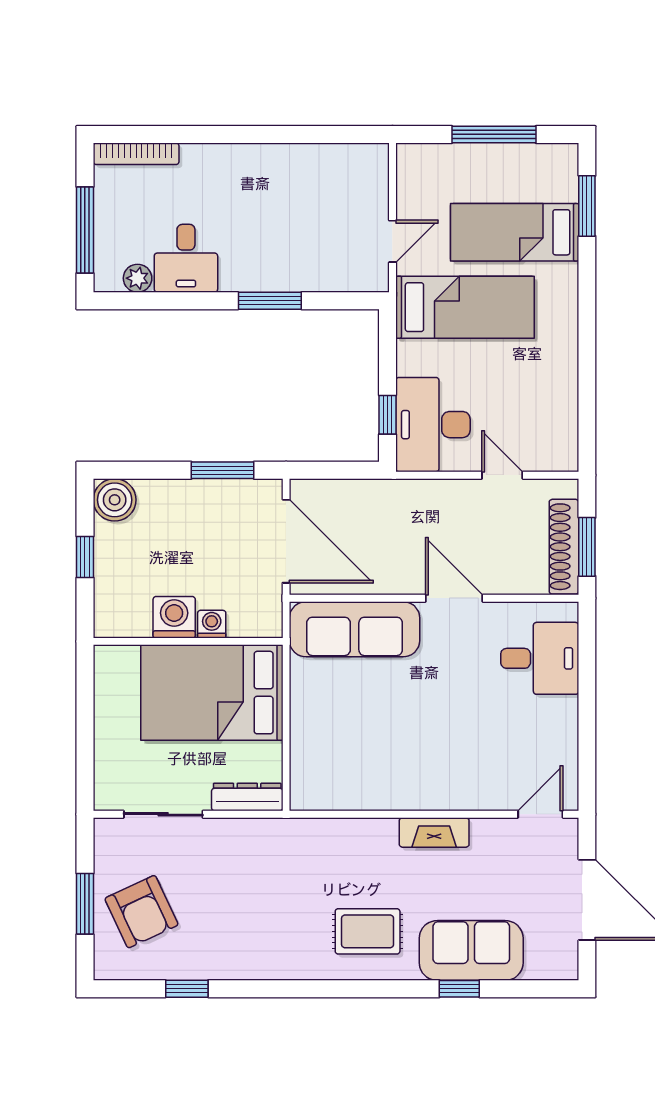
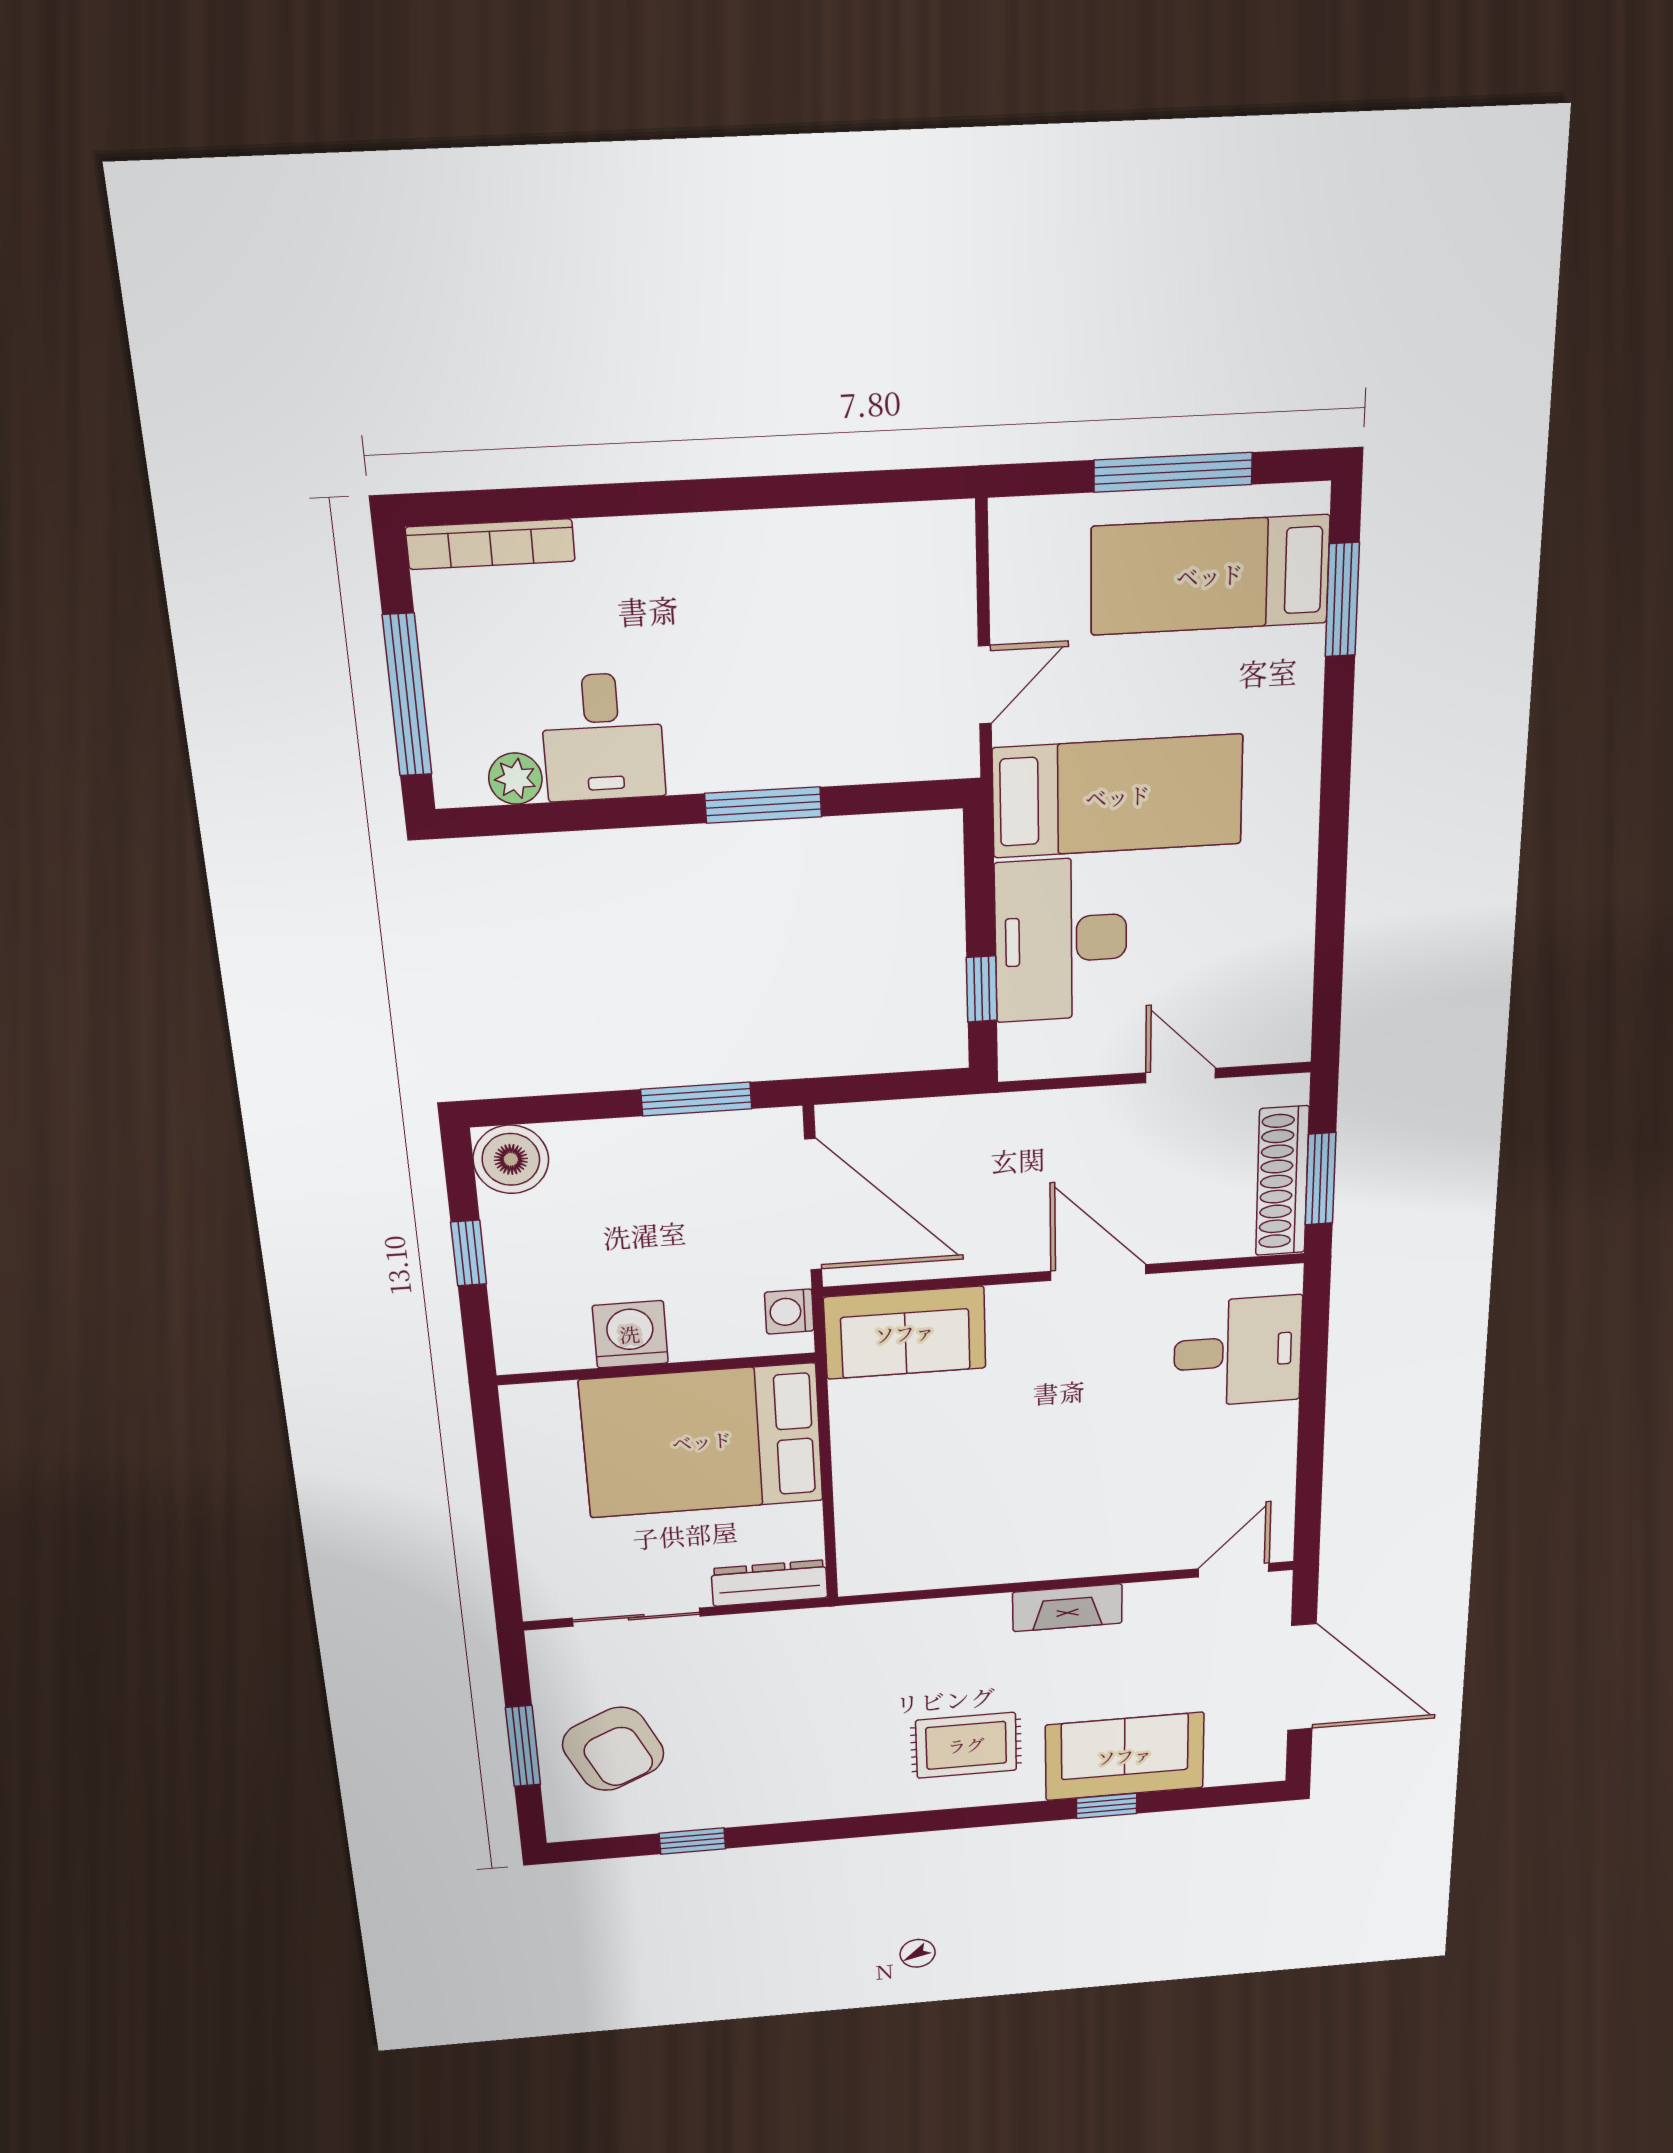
bed: (515, 232) -> (1210, 575), moved
desk: (433, 425) -> (1061, 940), moved
washing machine: (212, 624) -> (789, 1312), moved, turned -90
sofa: (355, 629) -> (905, 1333), width x0.73

